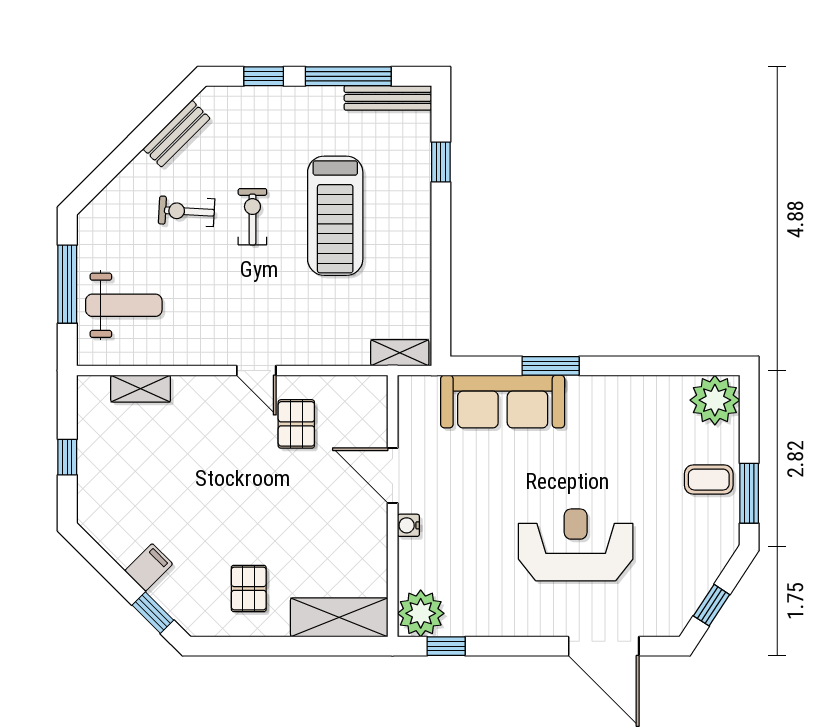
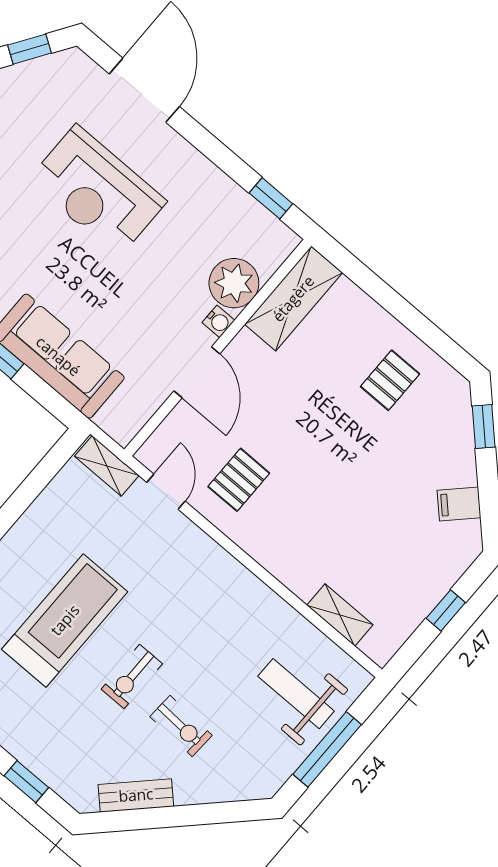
door: (256, 371) -> (166, 492), moved
filing cabinet: (149, 567) -> (459, 504), moved
plant: (421, 613) -> (234, 283), moved
shelving: (339, 617) -> (293, 299), moved, turned 90

